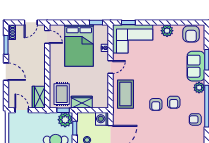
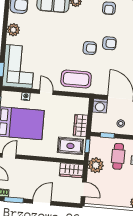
armchair: (174, 102) -> (109, 43), moved
door: (22, 110) -> (84, 189), swing flipped
plant: (65, 120) -> (96, 165), moved

